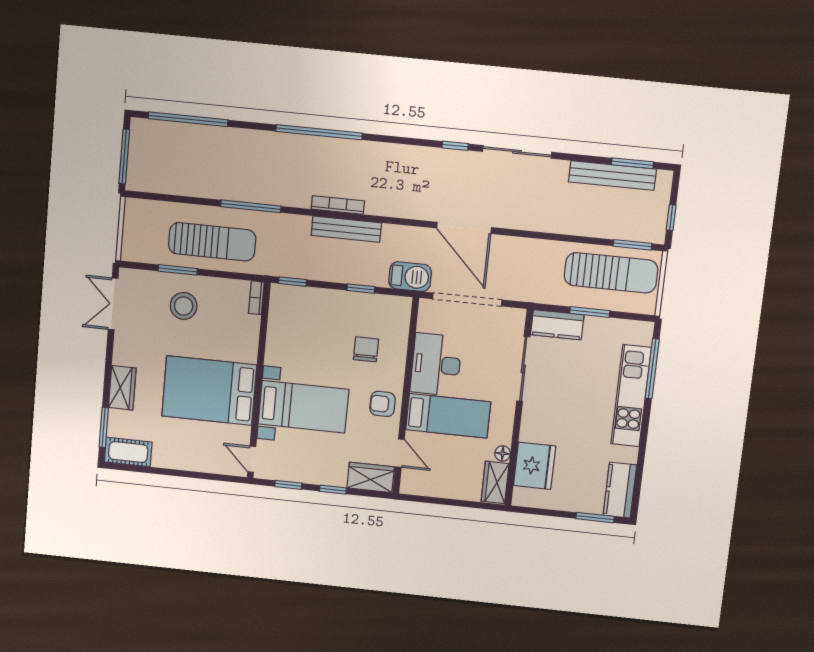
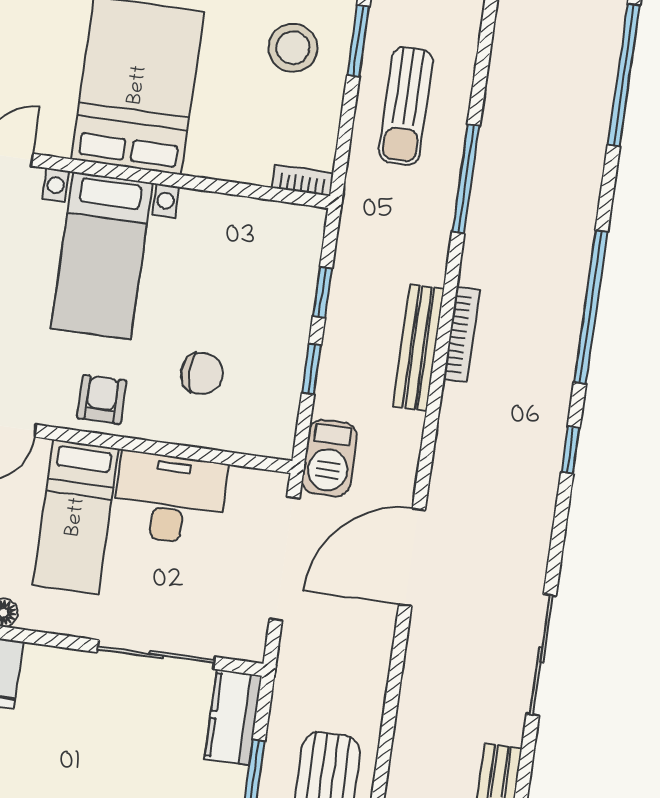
window: (455, 146) -> (570, 450), moved
sun lounger: (212, 242) -> (406, 106), width x0.73, depth x0.75
window: (292, 282) -> (322, 292), moved

